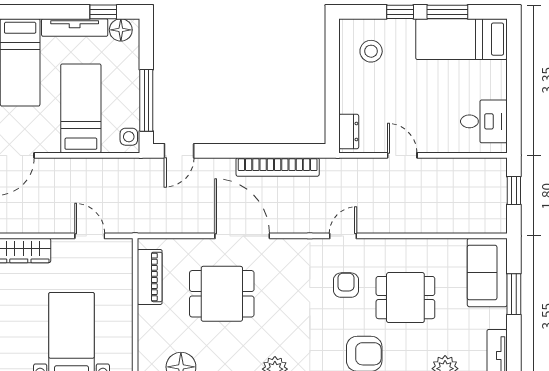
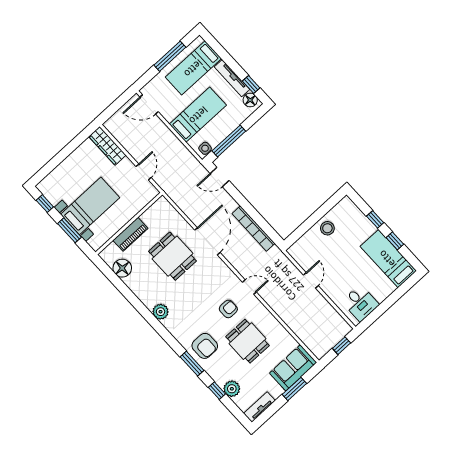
window: (447, 12) -> (395, 241), width x0.67
stool: (371, 51) -> (327, 228), moved
dresser: (349, 131) -> (299, 246), removed
piano: (150, 277) -> (130, 234), moved

